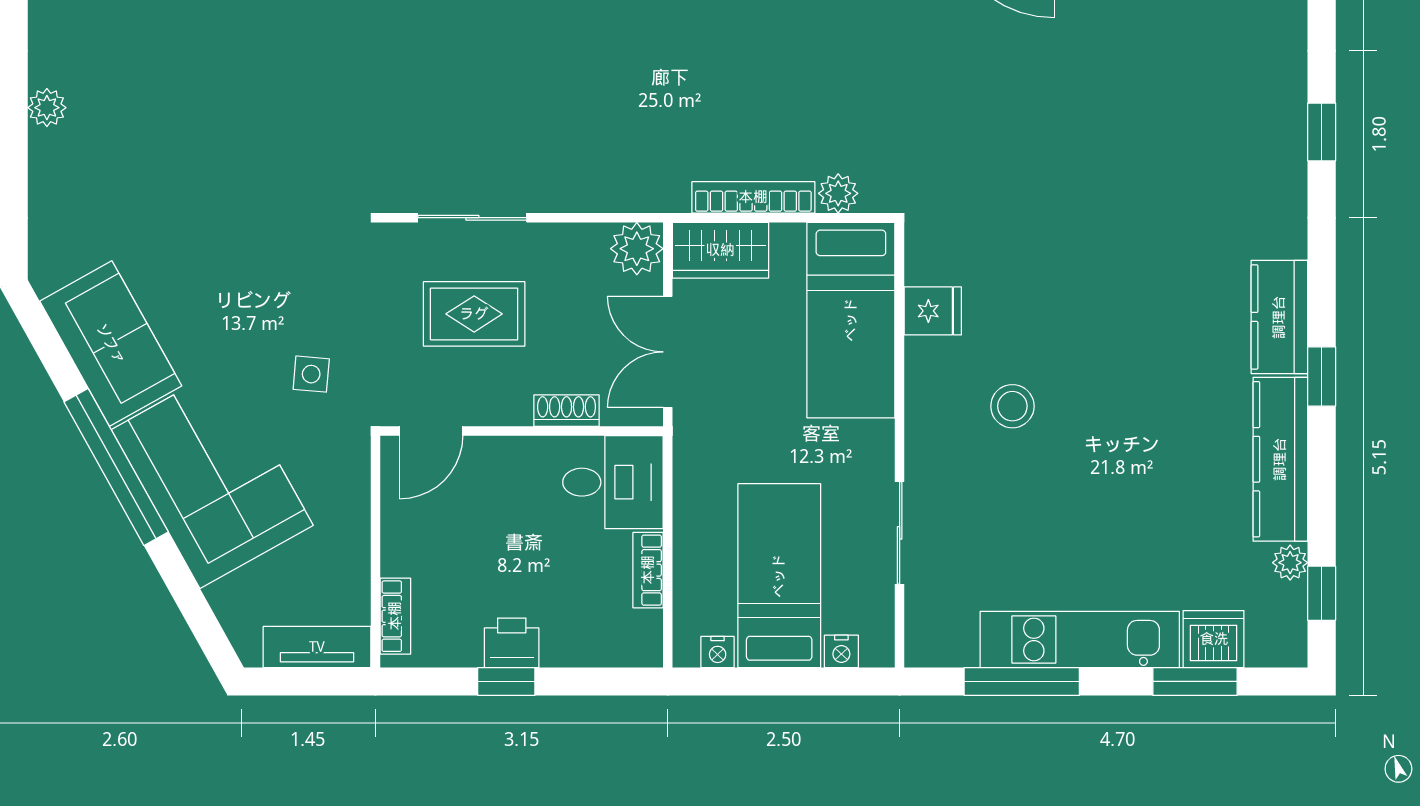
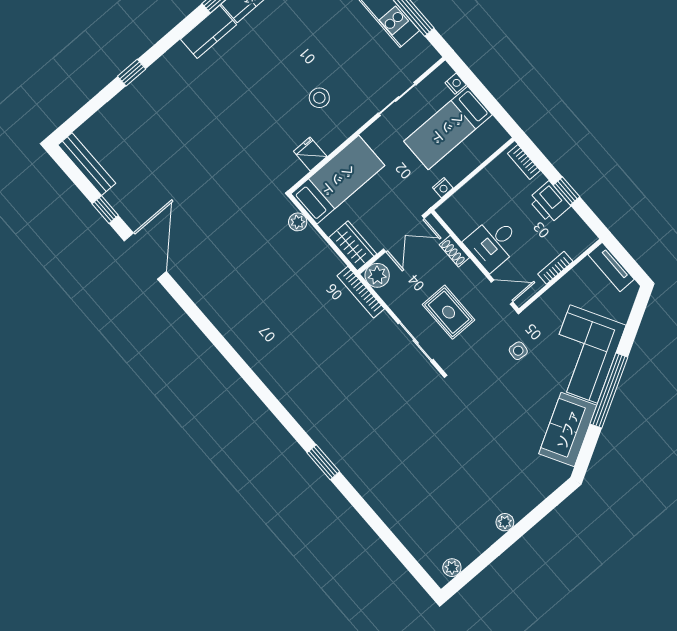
bookcase: (753, 197) -> (361, 292), moved
desk: (613, 482) -> (493, 243), moved, turned -90
bookcase: (648, 570) -> (524, 162), moved, turned 90
bookcase: (395, 616) -> (555, 268), moved
printer: (512, 643) -> (549, 202), width x1.36, depth x1.24
nightstand: (718, 652) -> (443, 188), moved, turned 90

